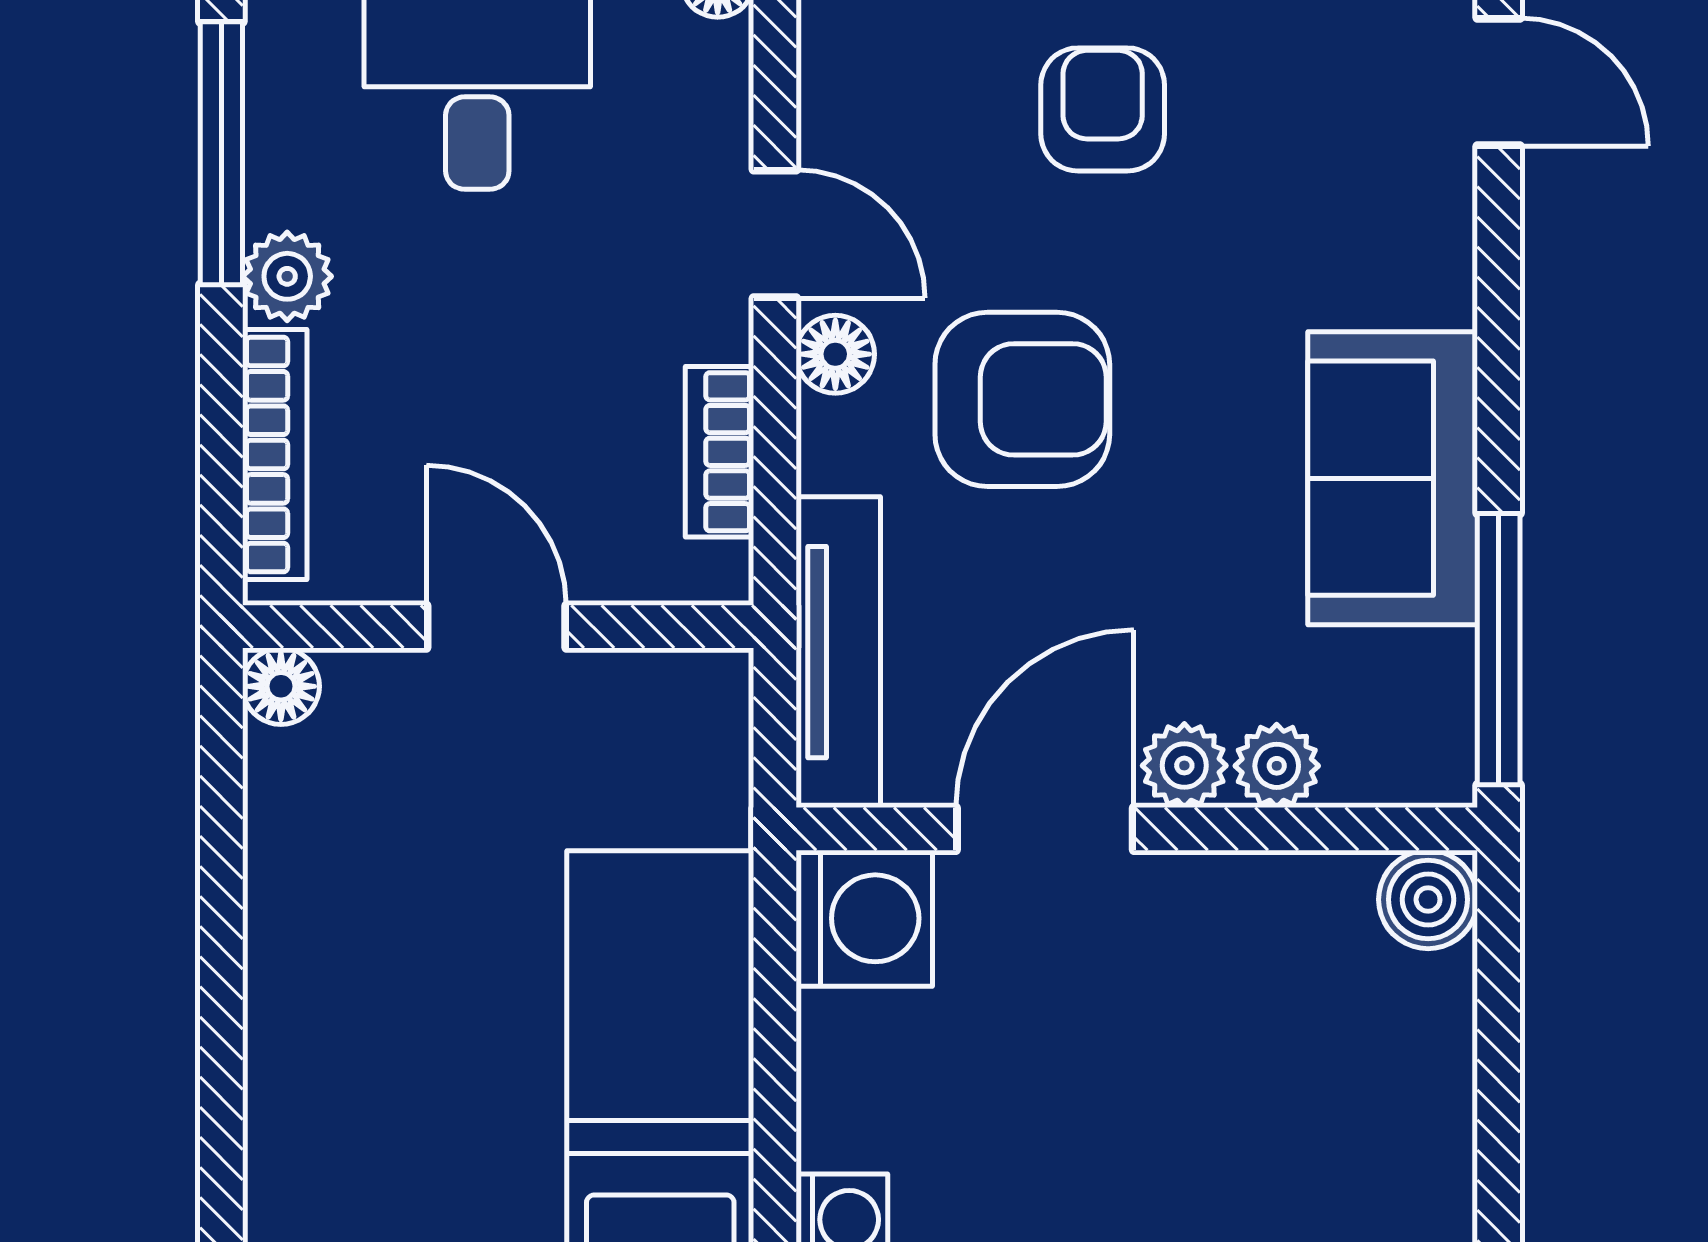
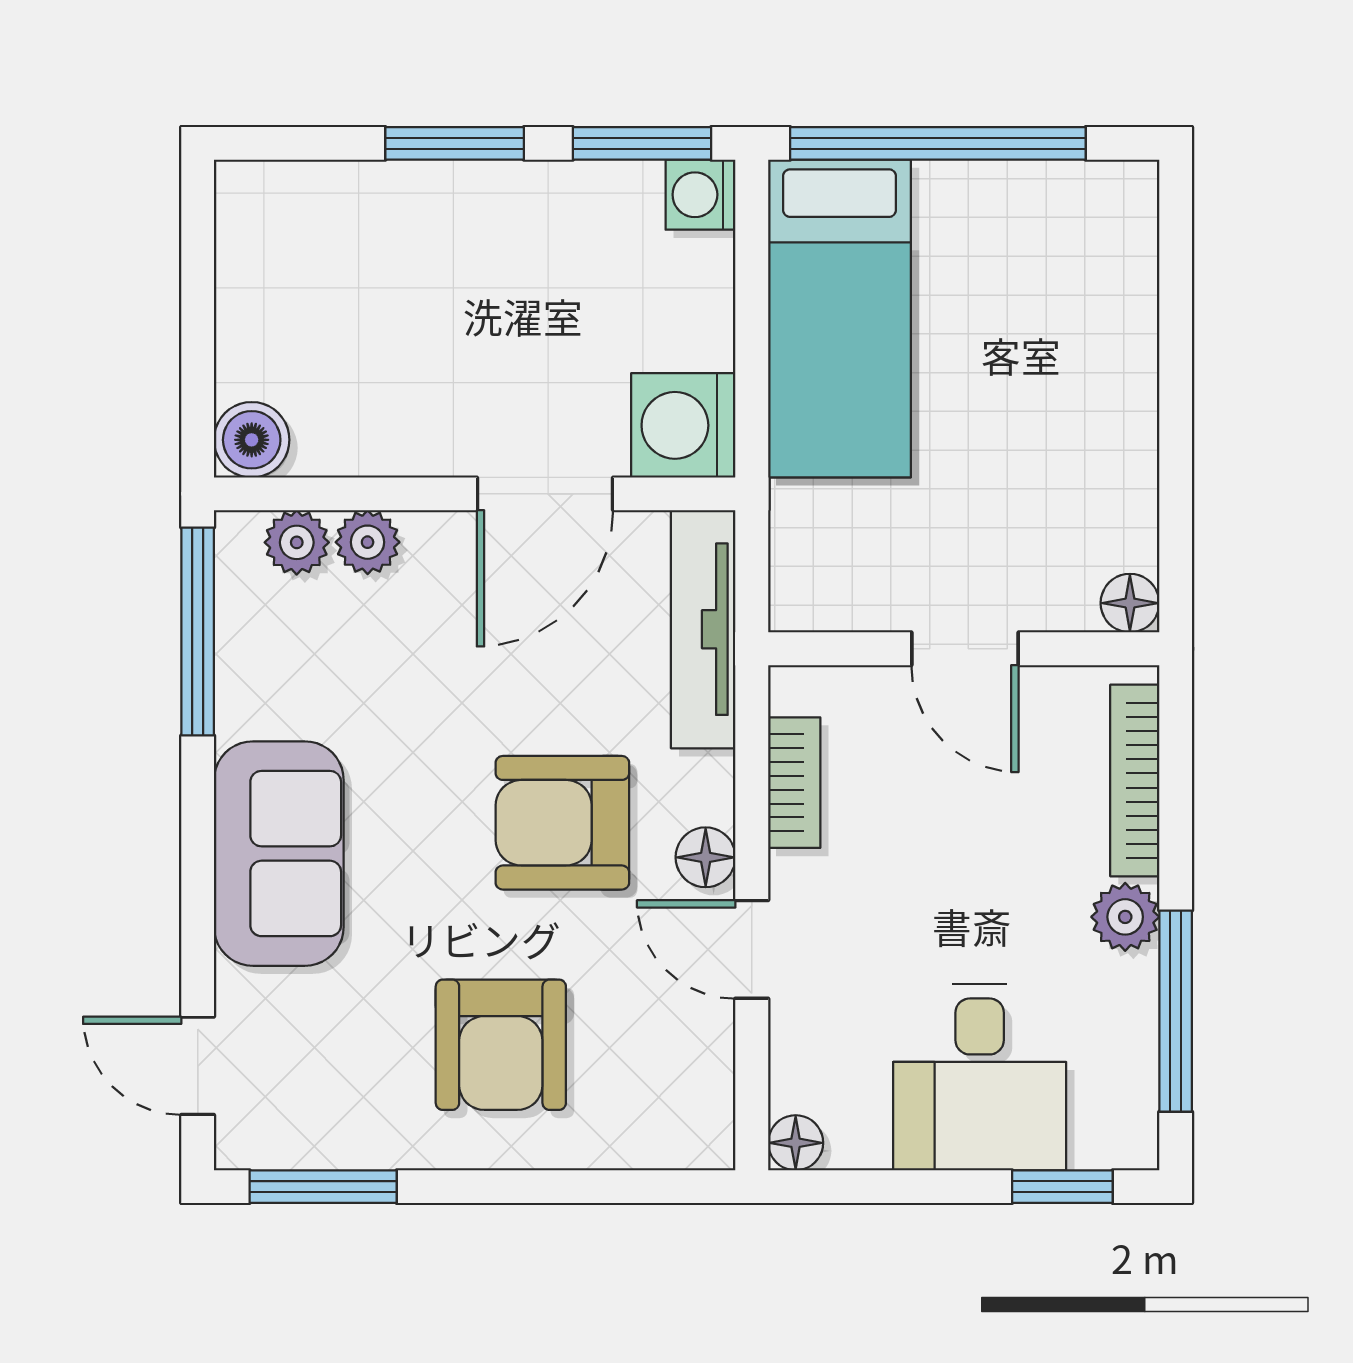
armchair: (1103, 109) -> (501, 1045), width x1.38, depth x1.38
sofa: (1393, 478) -> (279, 854), moved
plant: (1184, 766) -> (297, 542), moved

